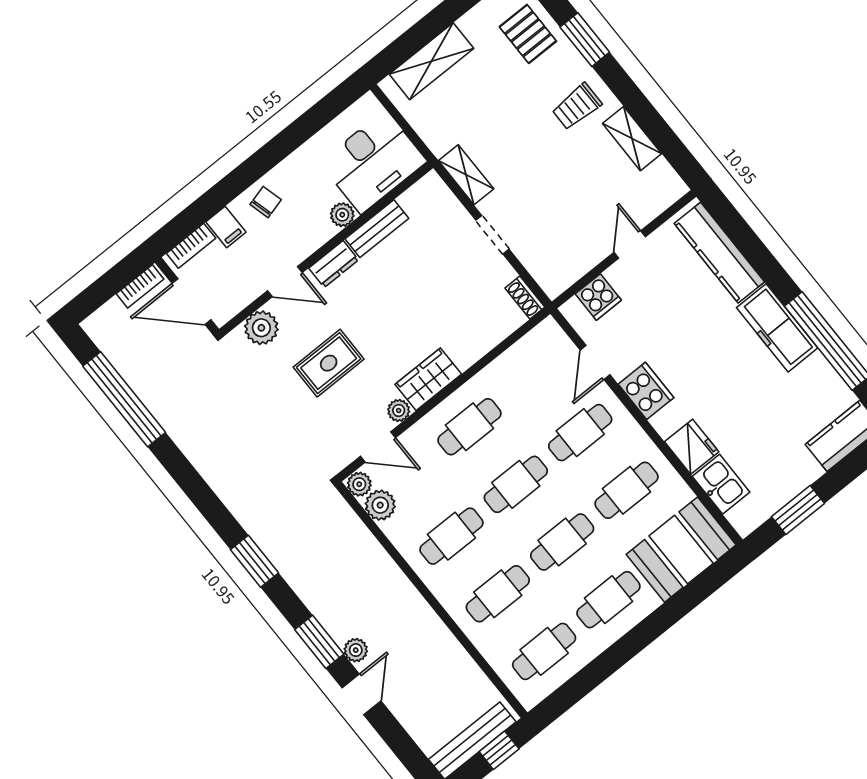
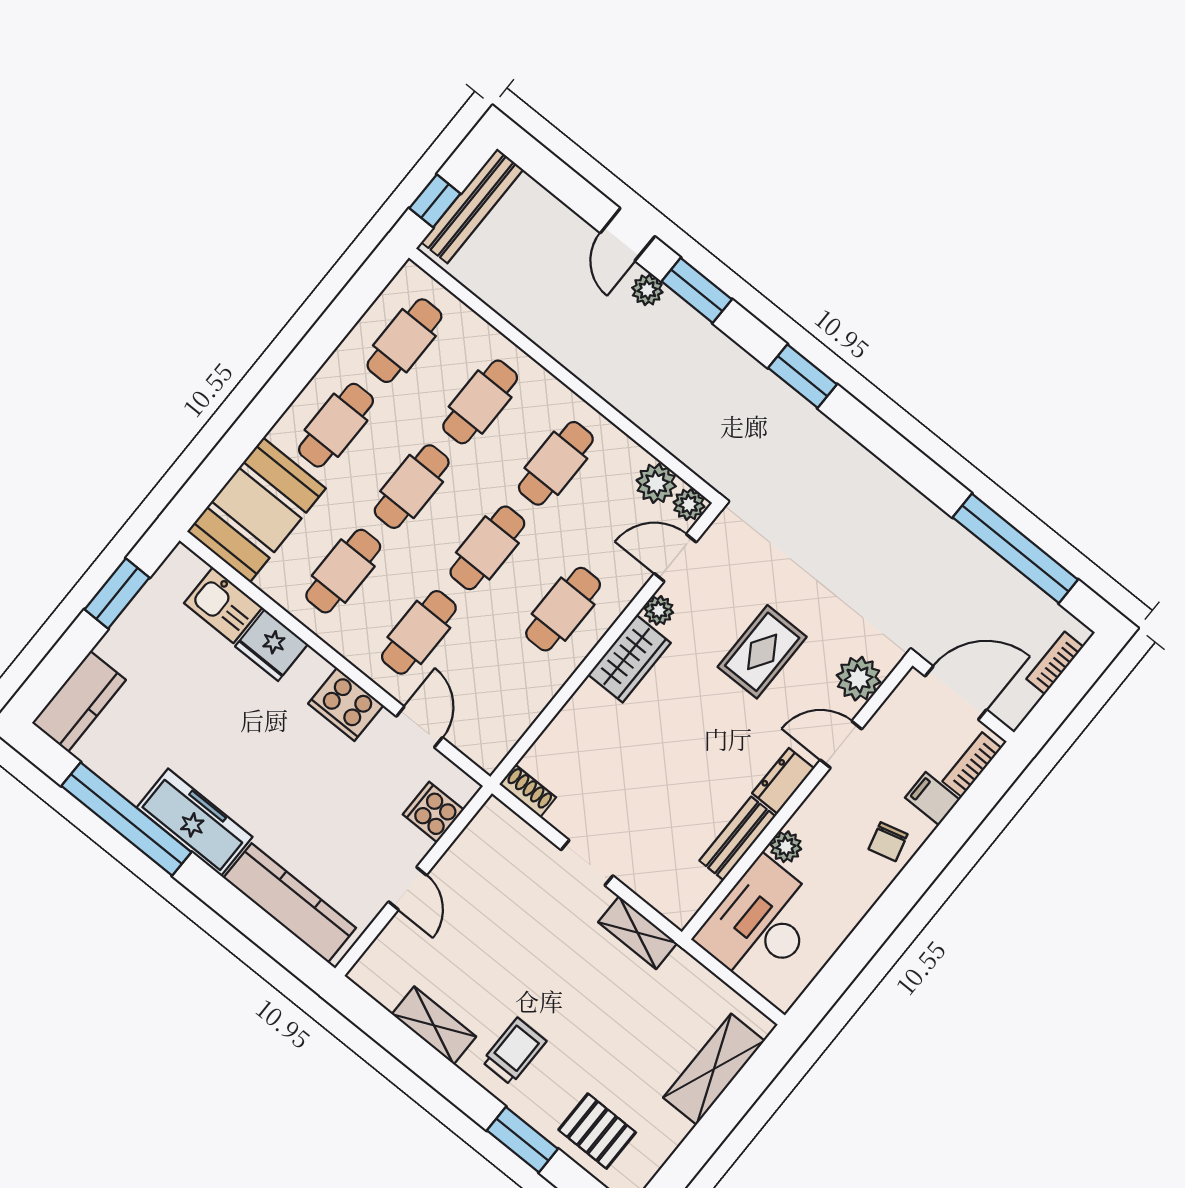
bookcase: (140, 286) -> (1055, 663), moved

